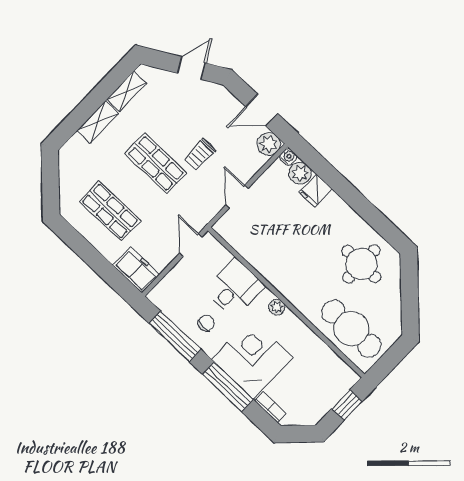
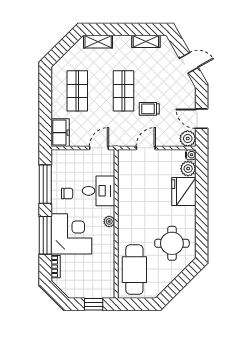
shelving: (98, 122) -> (98, 42), moved
fridge: (316, 191) -> (184, 191), width x1.88, depth x1.34

